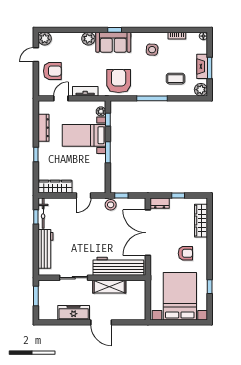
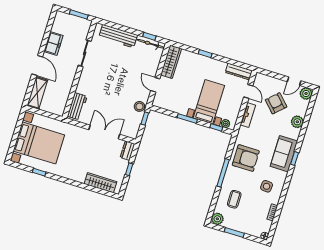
plant: (88, 39) -> (297, 122), moved
door: (36, 55) -> (294, 81), swing flipped
fireplace: (202, 66) -> (238, 226), removed
armchair: (52, 71) -> (276, 103), moved, turned 136
armchair: (119, 81) -> (246, 158), moved
dresser: (44, 128) -> (239, 72), moved
double door: (148, 233) -> (104, 132), width x0.73
armchair: (185, 253) -> (76, 160), removed
workbench: (118, 266) -> (77, 106), width x0.53, depth x0.76
shelving: (109, 287) -> (37, 93), moved
freezer: (74, 313) -> (53, 43), width x0.71
door: (101, 322) -> (37, 65), swing flipped

